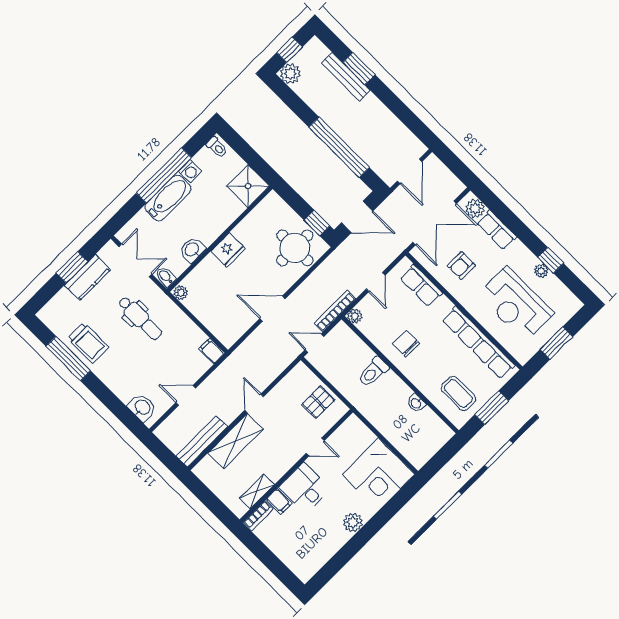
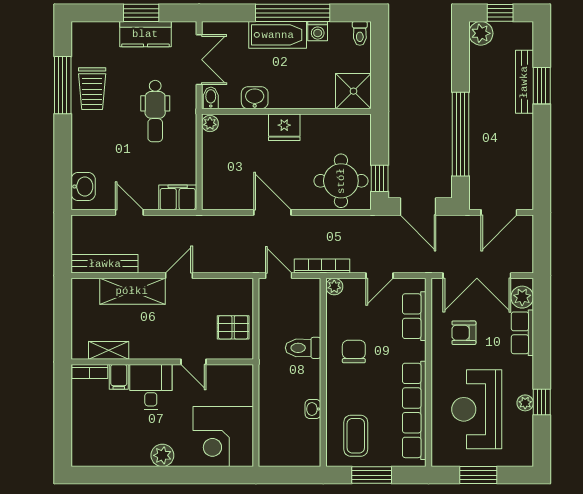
filing cabinet: (212, 351) -> (178, 197), width x2.00

